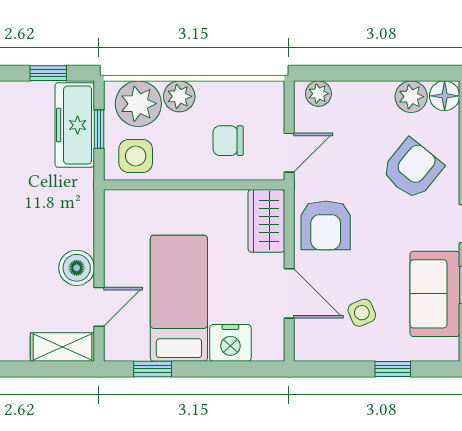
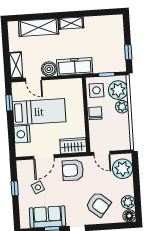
plant: (318, 94) -> (123, 169), width x1.87, depth x1.87
freezer: (75, 125) -> (75, 67), moved
chair: (228, 141) -> (95, 113), moved
window: (393, 369) -> (15, 188), moved

